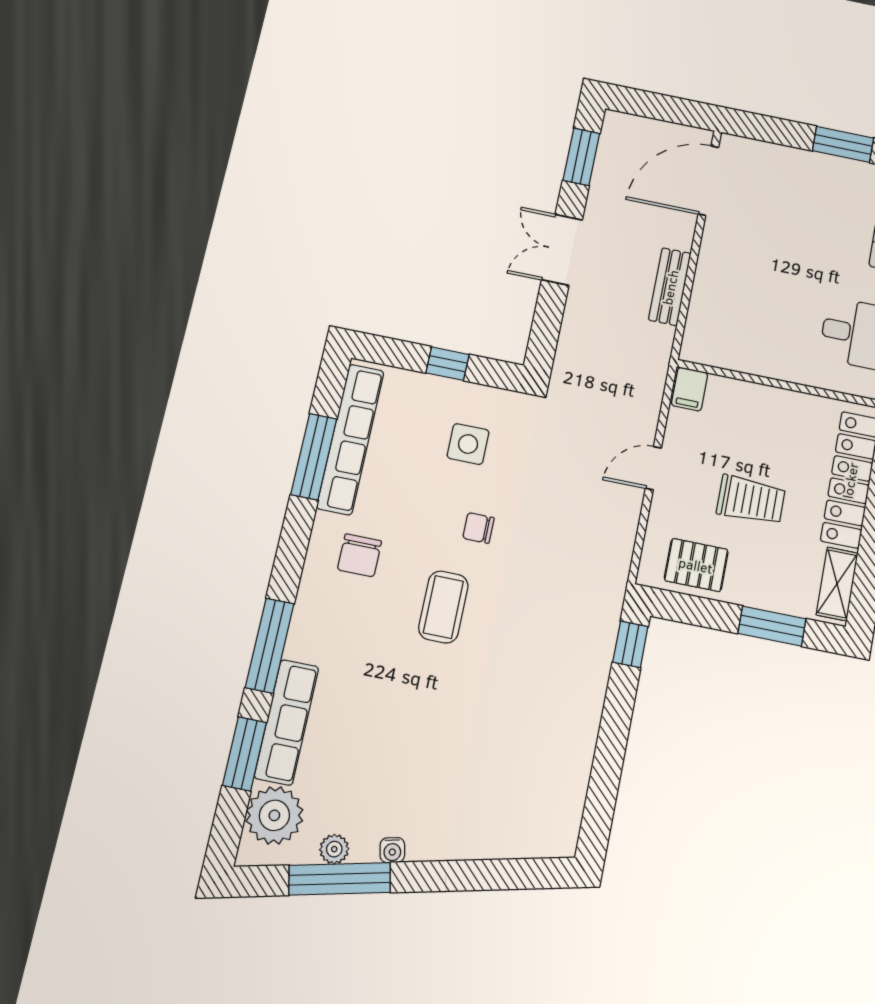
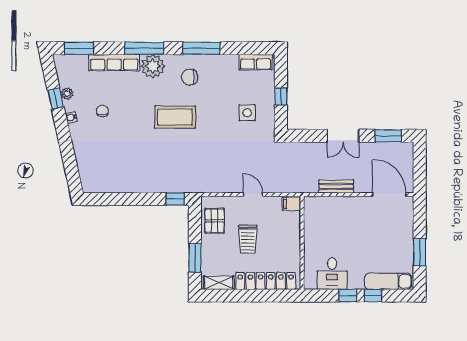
double door: (562, 250) -> (343, 136), swing flipped
row of seats: (350, 439) -> (256, 62), width x0.50
window: (314, 457) -> (201, 48), moved
chair: (478, 528) -> (102, 111), moved
coffee table: (443, 607) -> (175, 117), width x1.36, depth x1.32
window: (244, 754) -> (79, 48), moved
plant: (274, 815) -> (153, 66), moved
window: (340, 879) -> (56, 98), width x0.46

